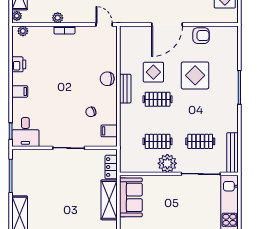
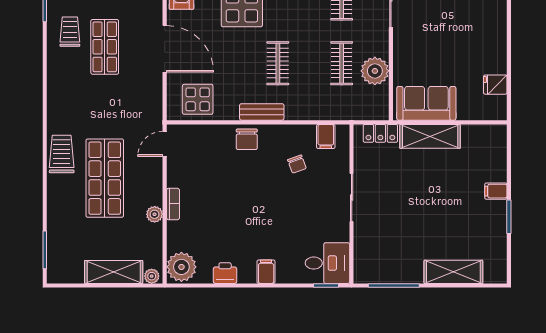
plant: (23, 31) -> (181, 267), width x1.87, depth x1.87
display table: (153, 72) -> (198, 99), moved
plant: (167, 163) -> (375, 71), moved

